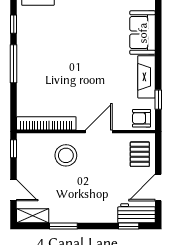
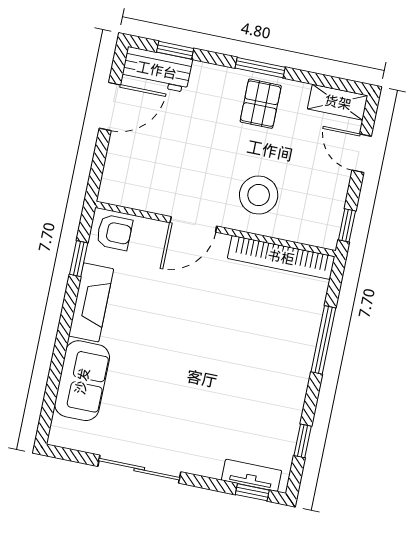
window: (14, 64) -> (323, 340), moved
pallet: (140, 154) -> (261, 104), moved
window: (63, 226) -> (260, 68), moved

